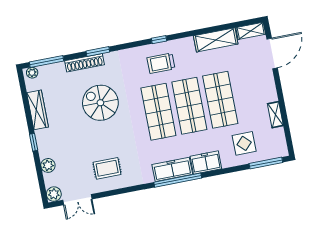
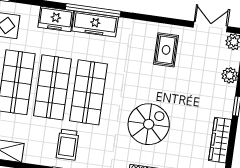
trolley: (161, 63) -> (67, 145), turned 90
spiral stairs: (100, 103) -> (149, 124), turned -90
rug: (107, 168) -> (166, 50), turned 90

